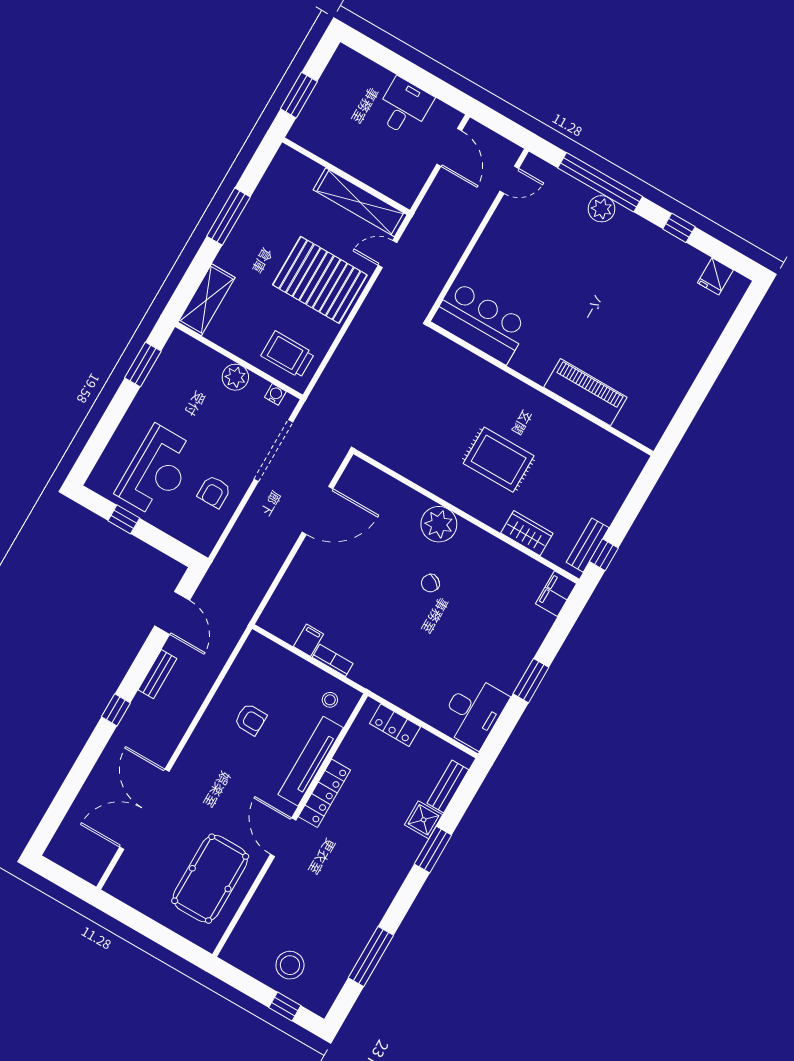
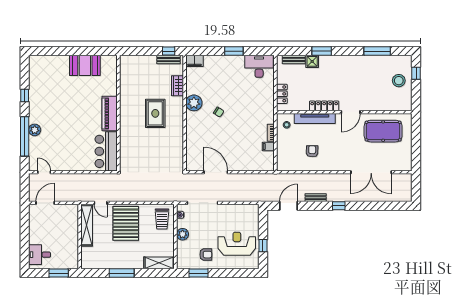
desk: (404, 107) -> (40, 255), moved
fridge: (715, 276) -> (35, 70), removed
booth: (670, 378) -> (85, 65), added
piano: (585, 392) -> (110, 114), moved
armchair: (214, 492) -> (206, 255), moved
plant: (439, 524) -> (194, 103), moved

